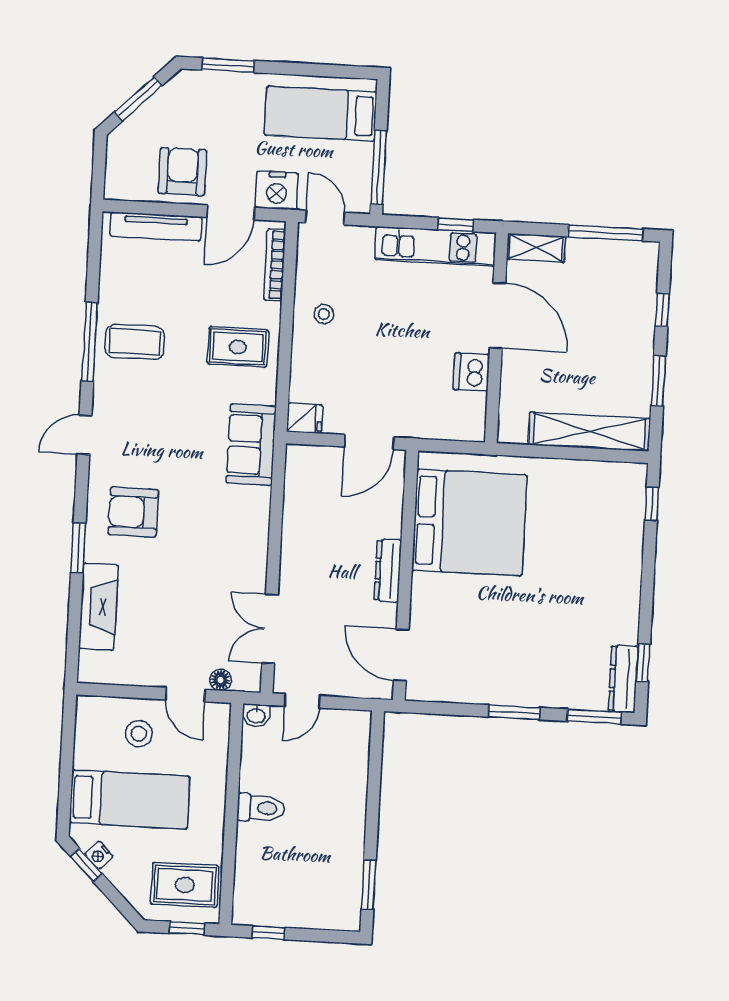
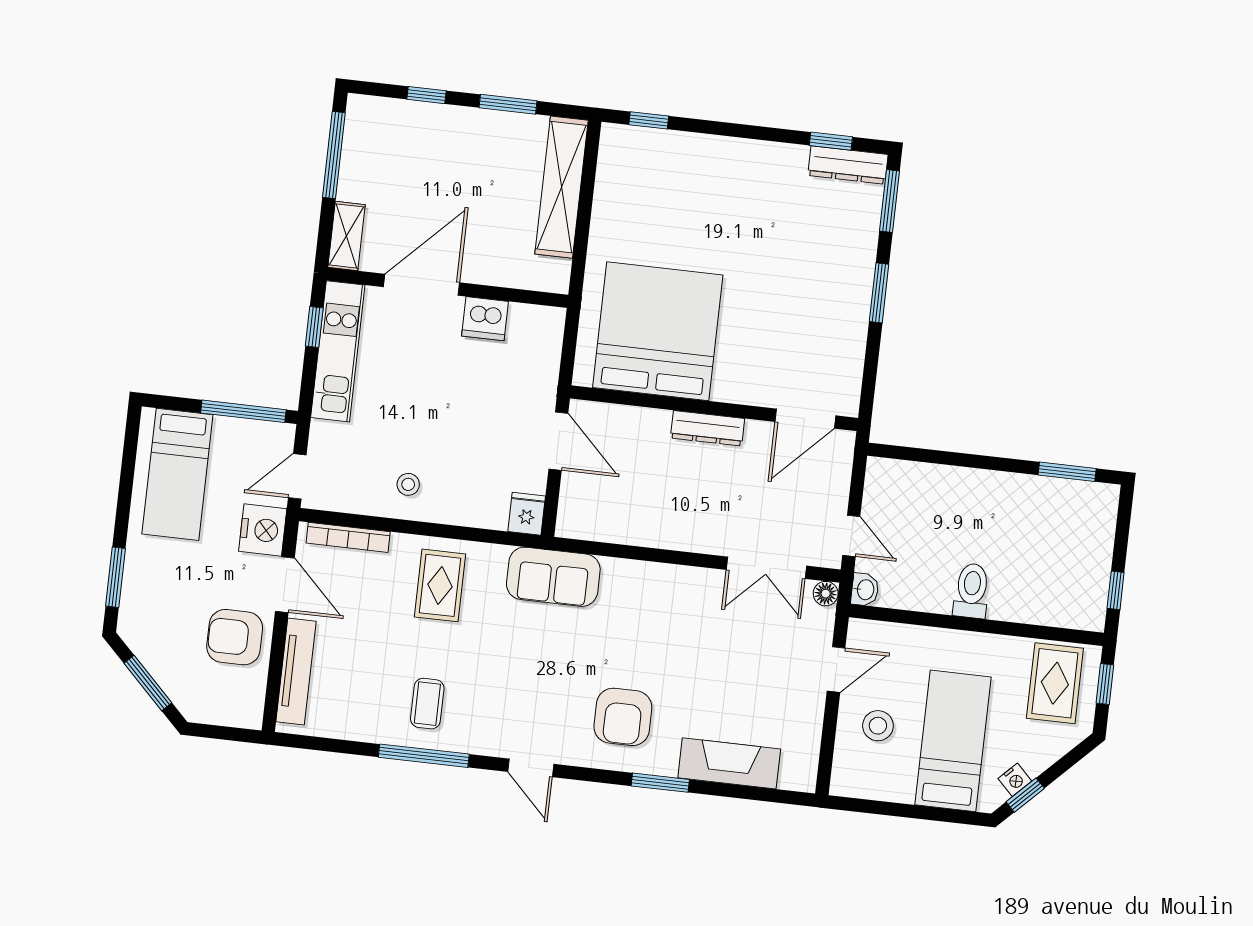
coffee table: (135, 342) -> (427, 704), width x0.73, depth x0.77
floor lamp: (221, 680) -> (826, 594), moved

